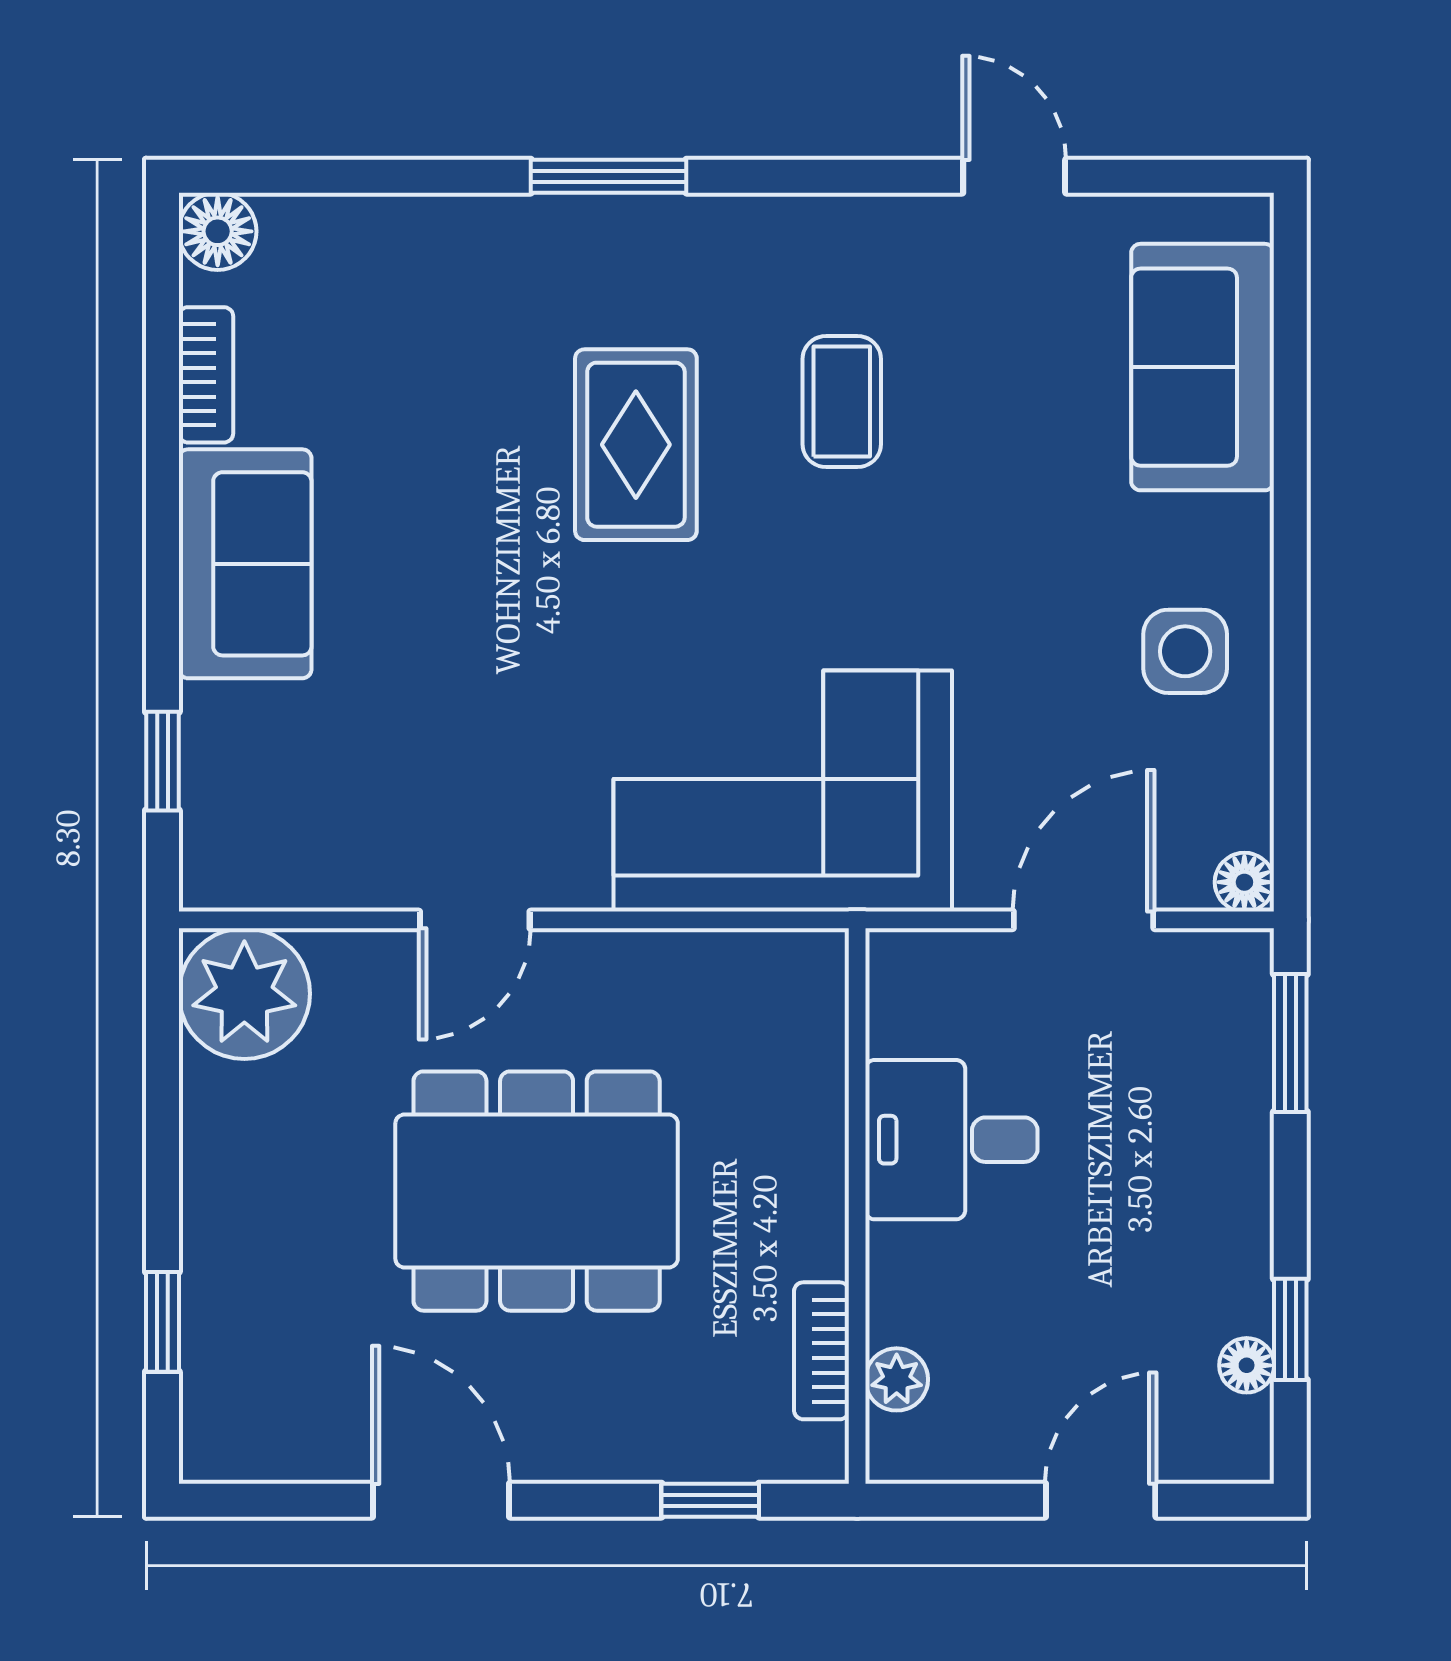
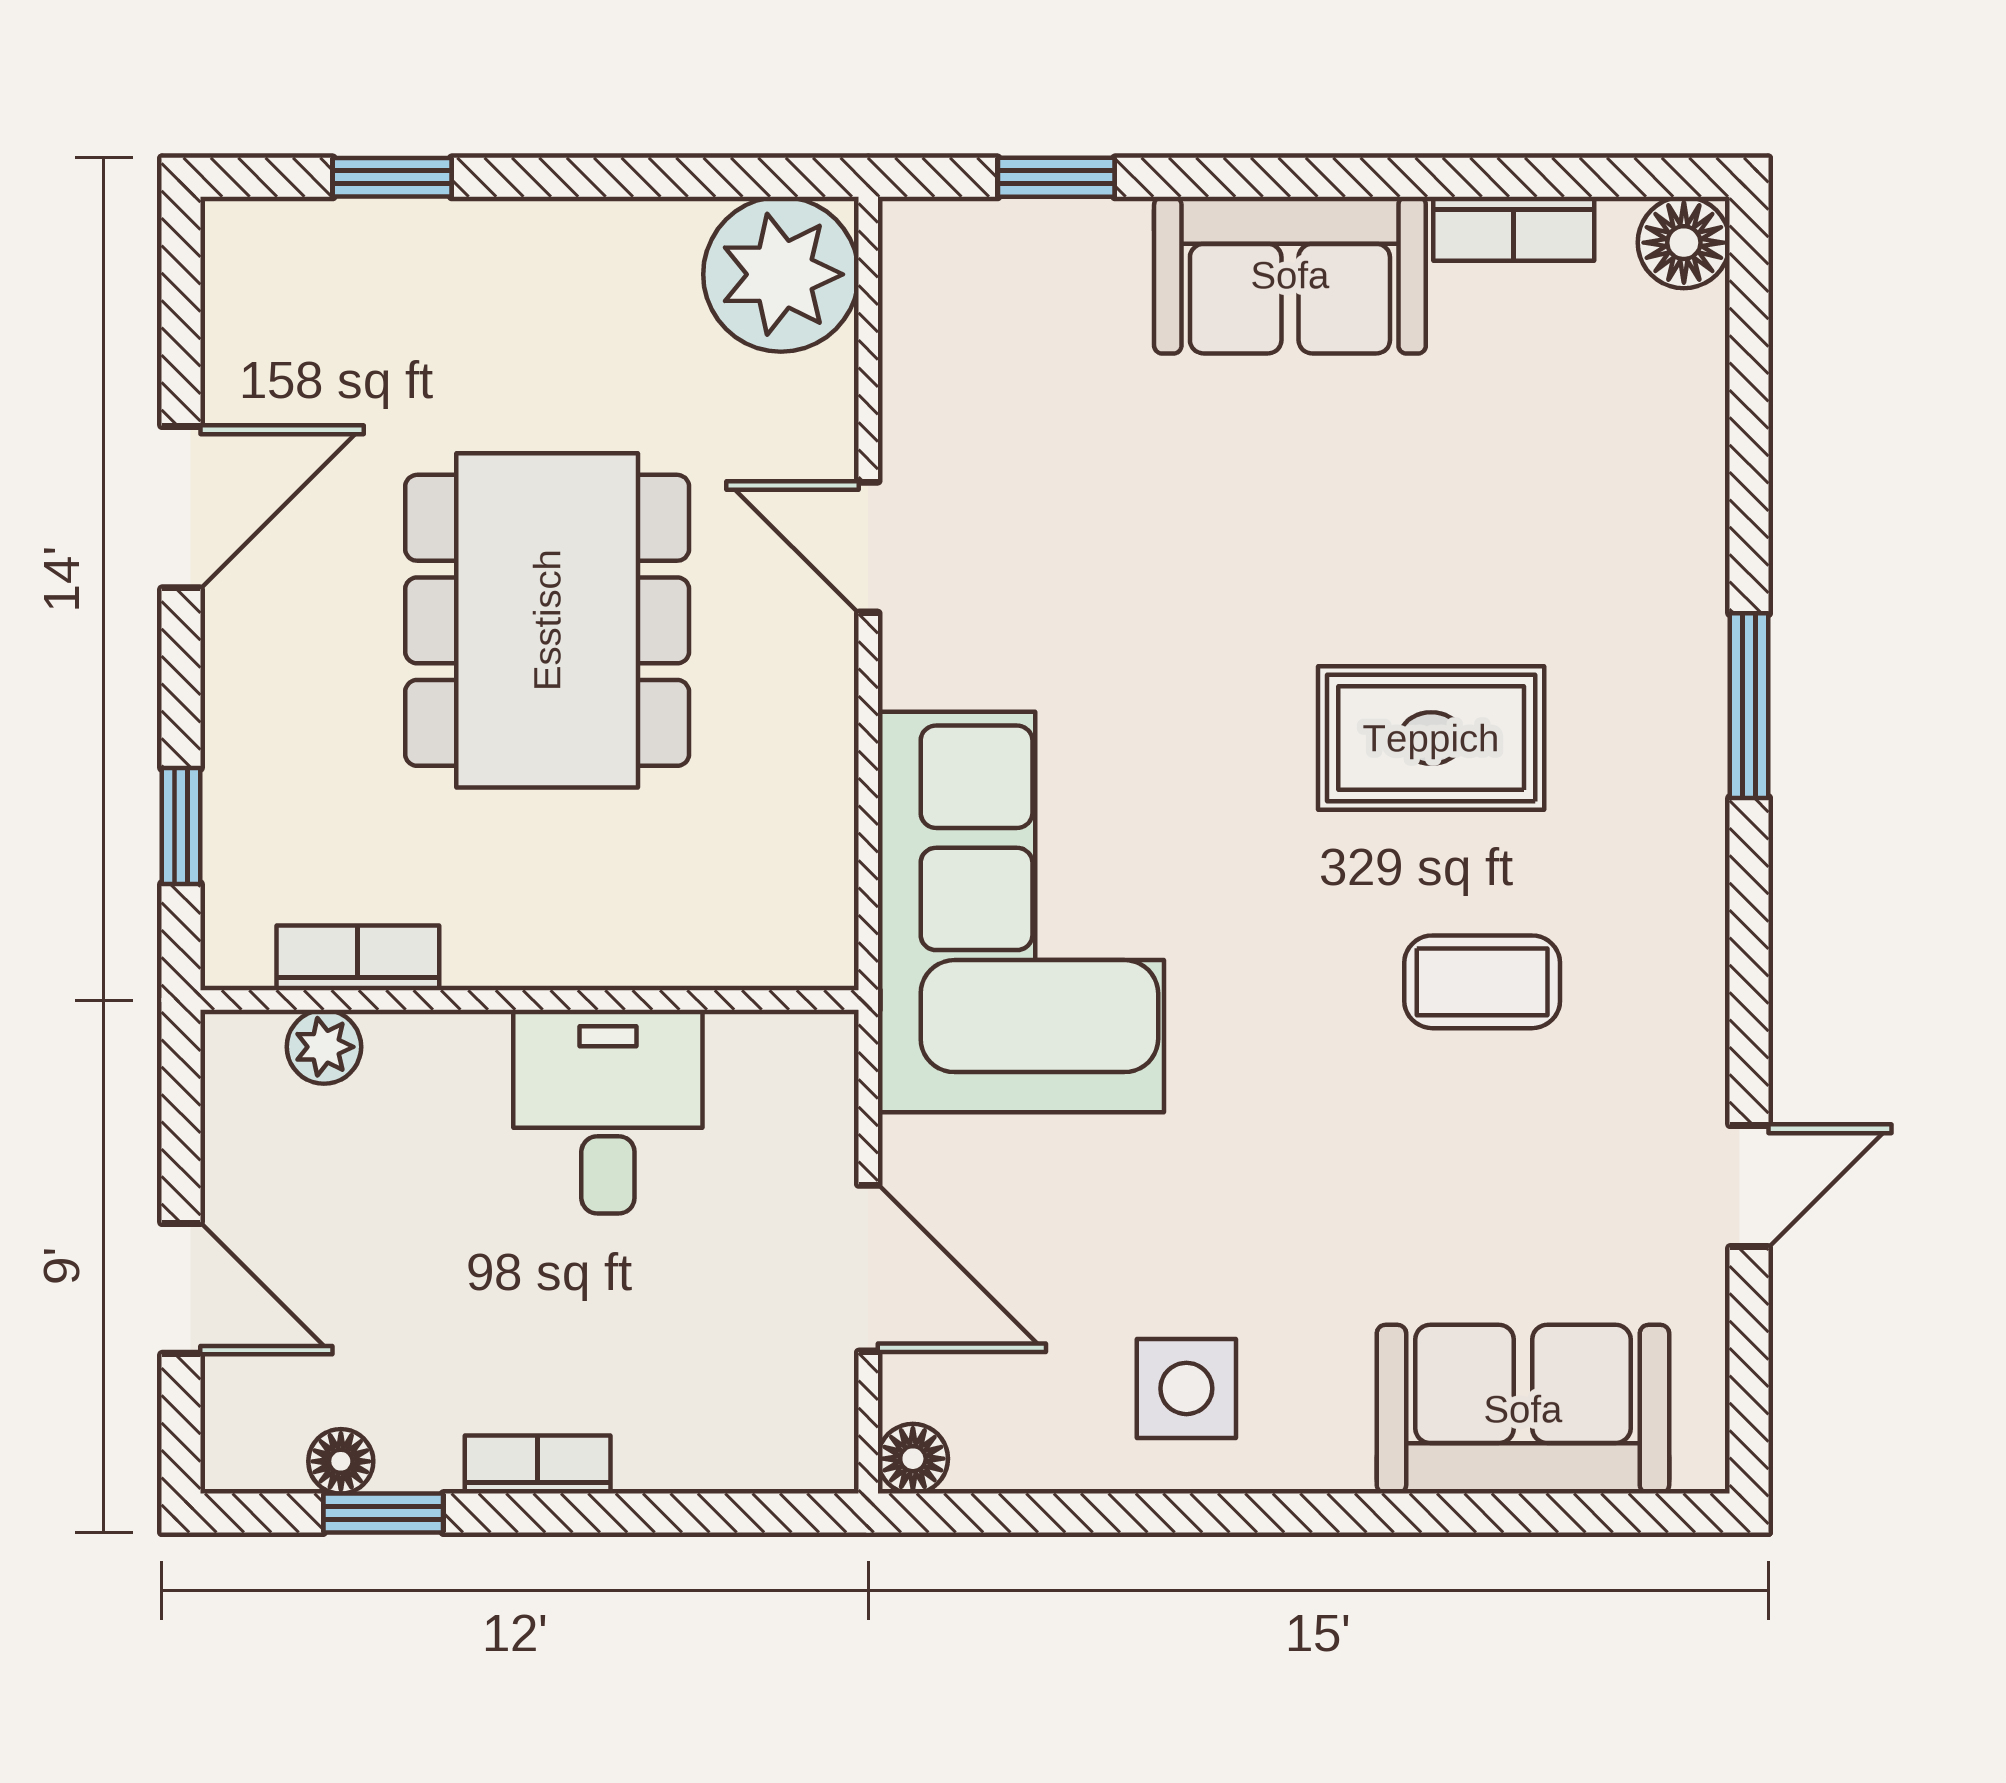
window: (1290, 1043) -> (722, 1513), removed
bookcase: (1249, 1199) -> (538, 1465), added

